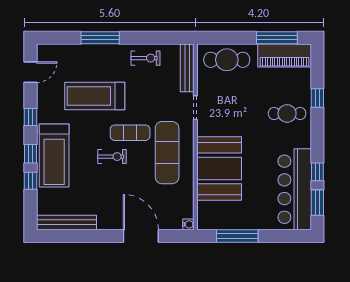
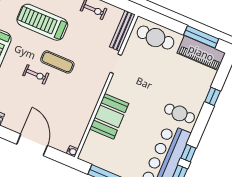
cafe table: (287, 113) -> (180, 113), moved
exercise mat: (167, 153) -> (79, 89), removed
booth: (219, 168) -> (109, 116), width x0.73, depth x0.70

